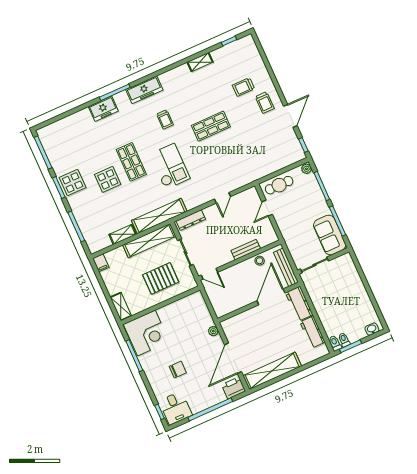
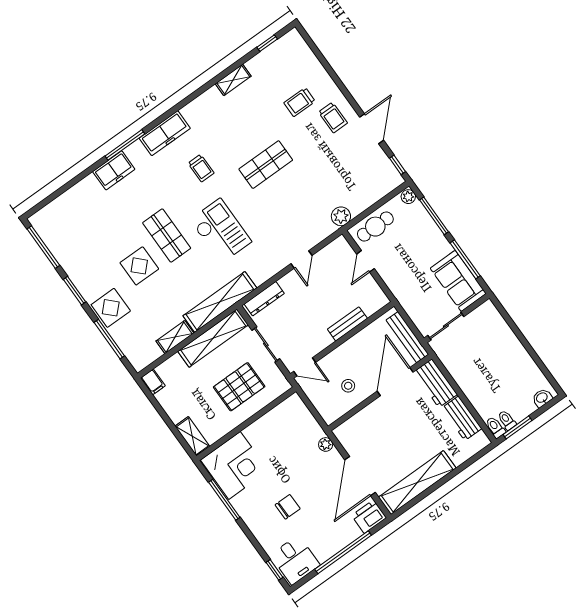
plant: (256, 173) -> (341, 216), added
display table: (73, 183) -> (111, 308), moved
stool: (260, 261) -> (348, 386), moved

